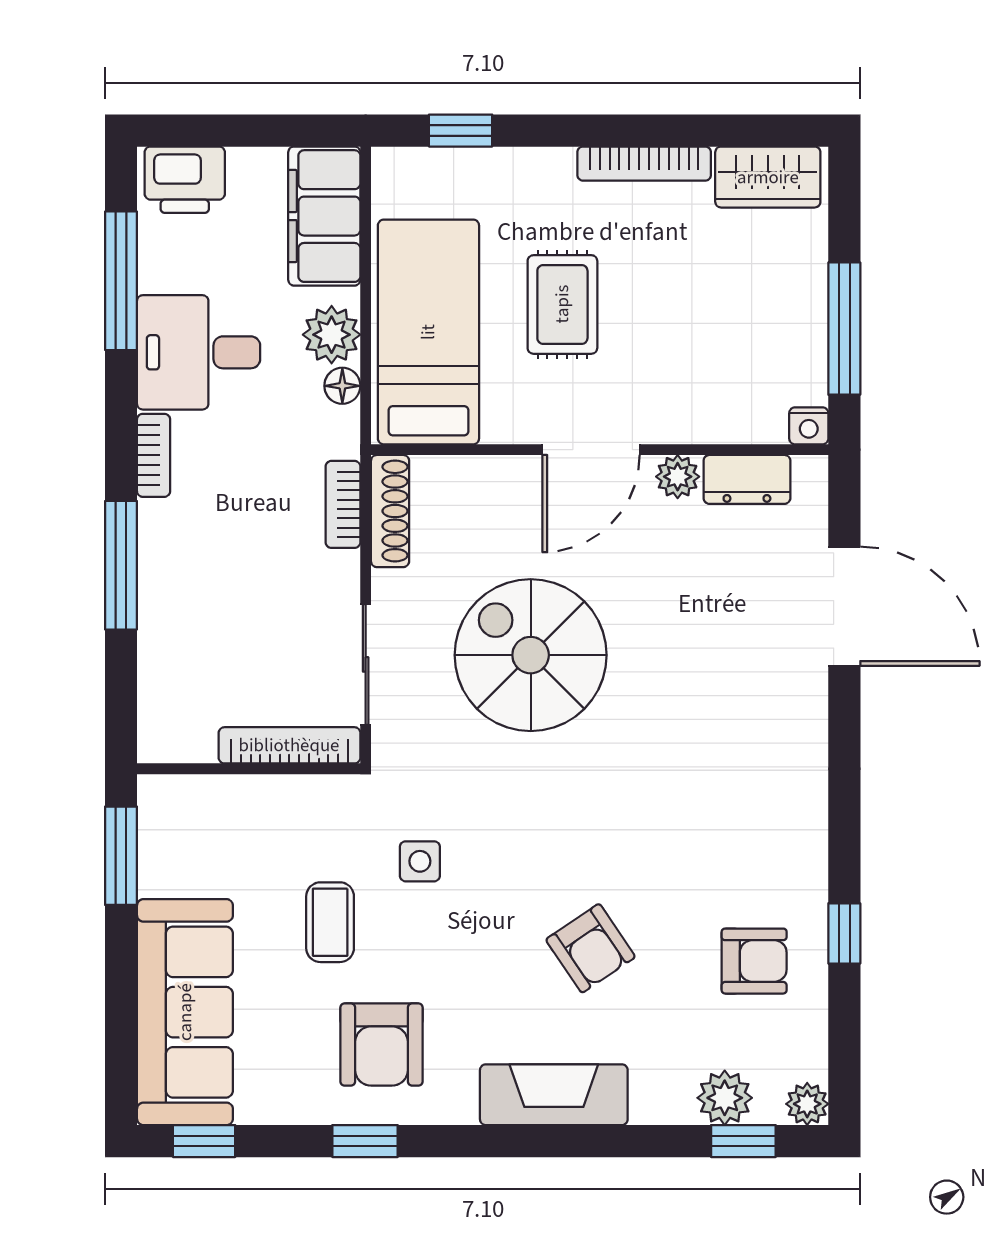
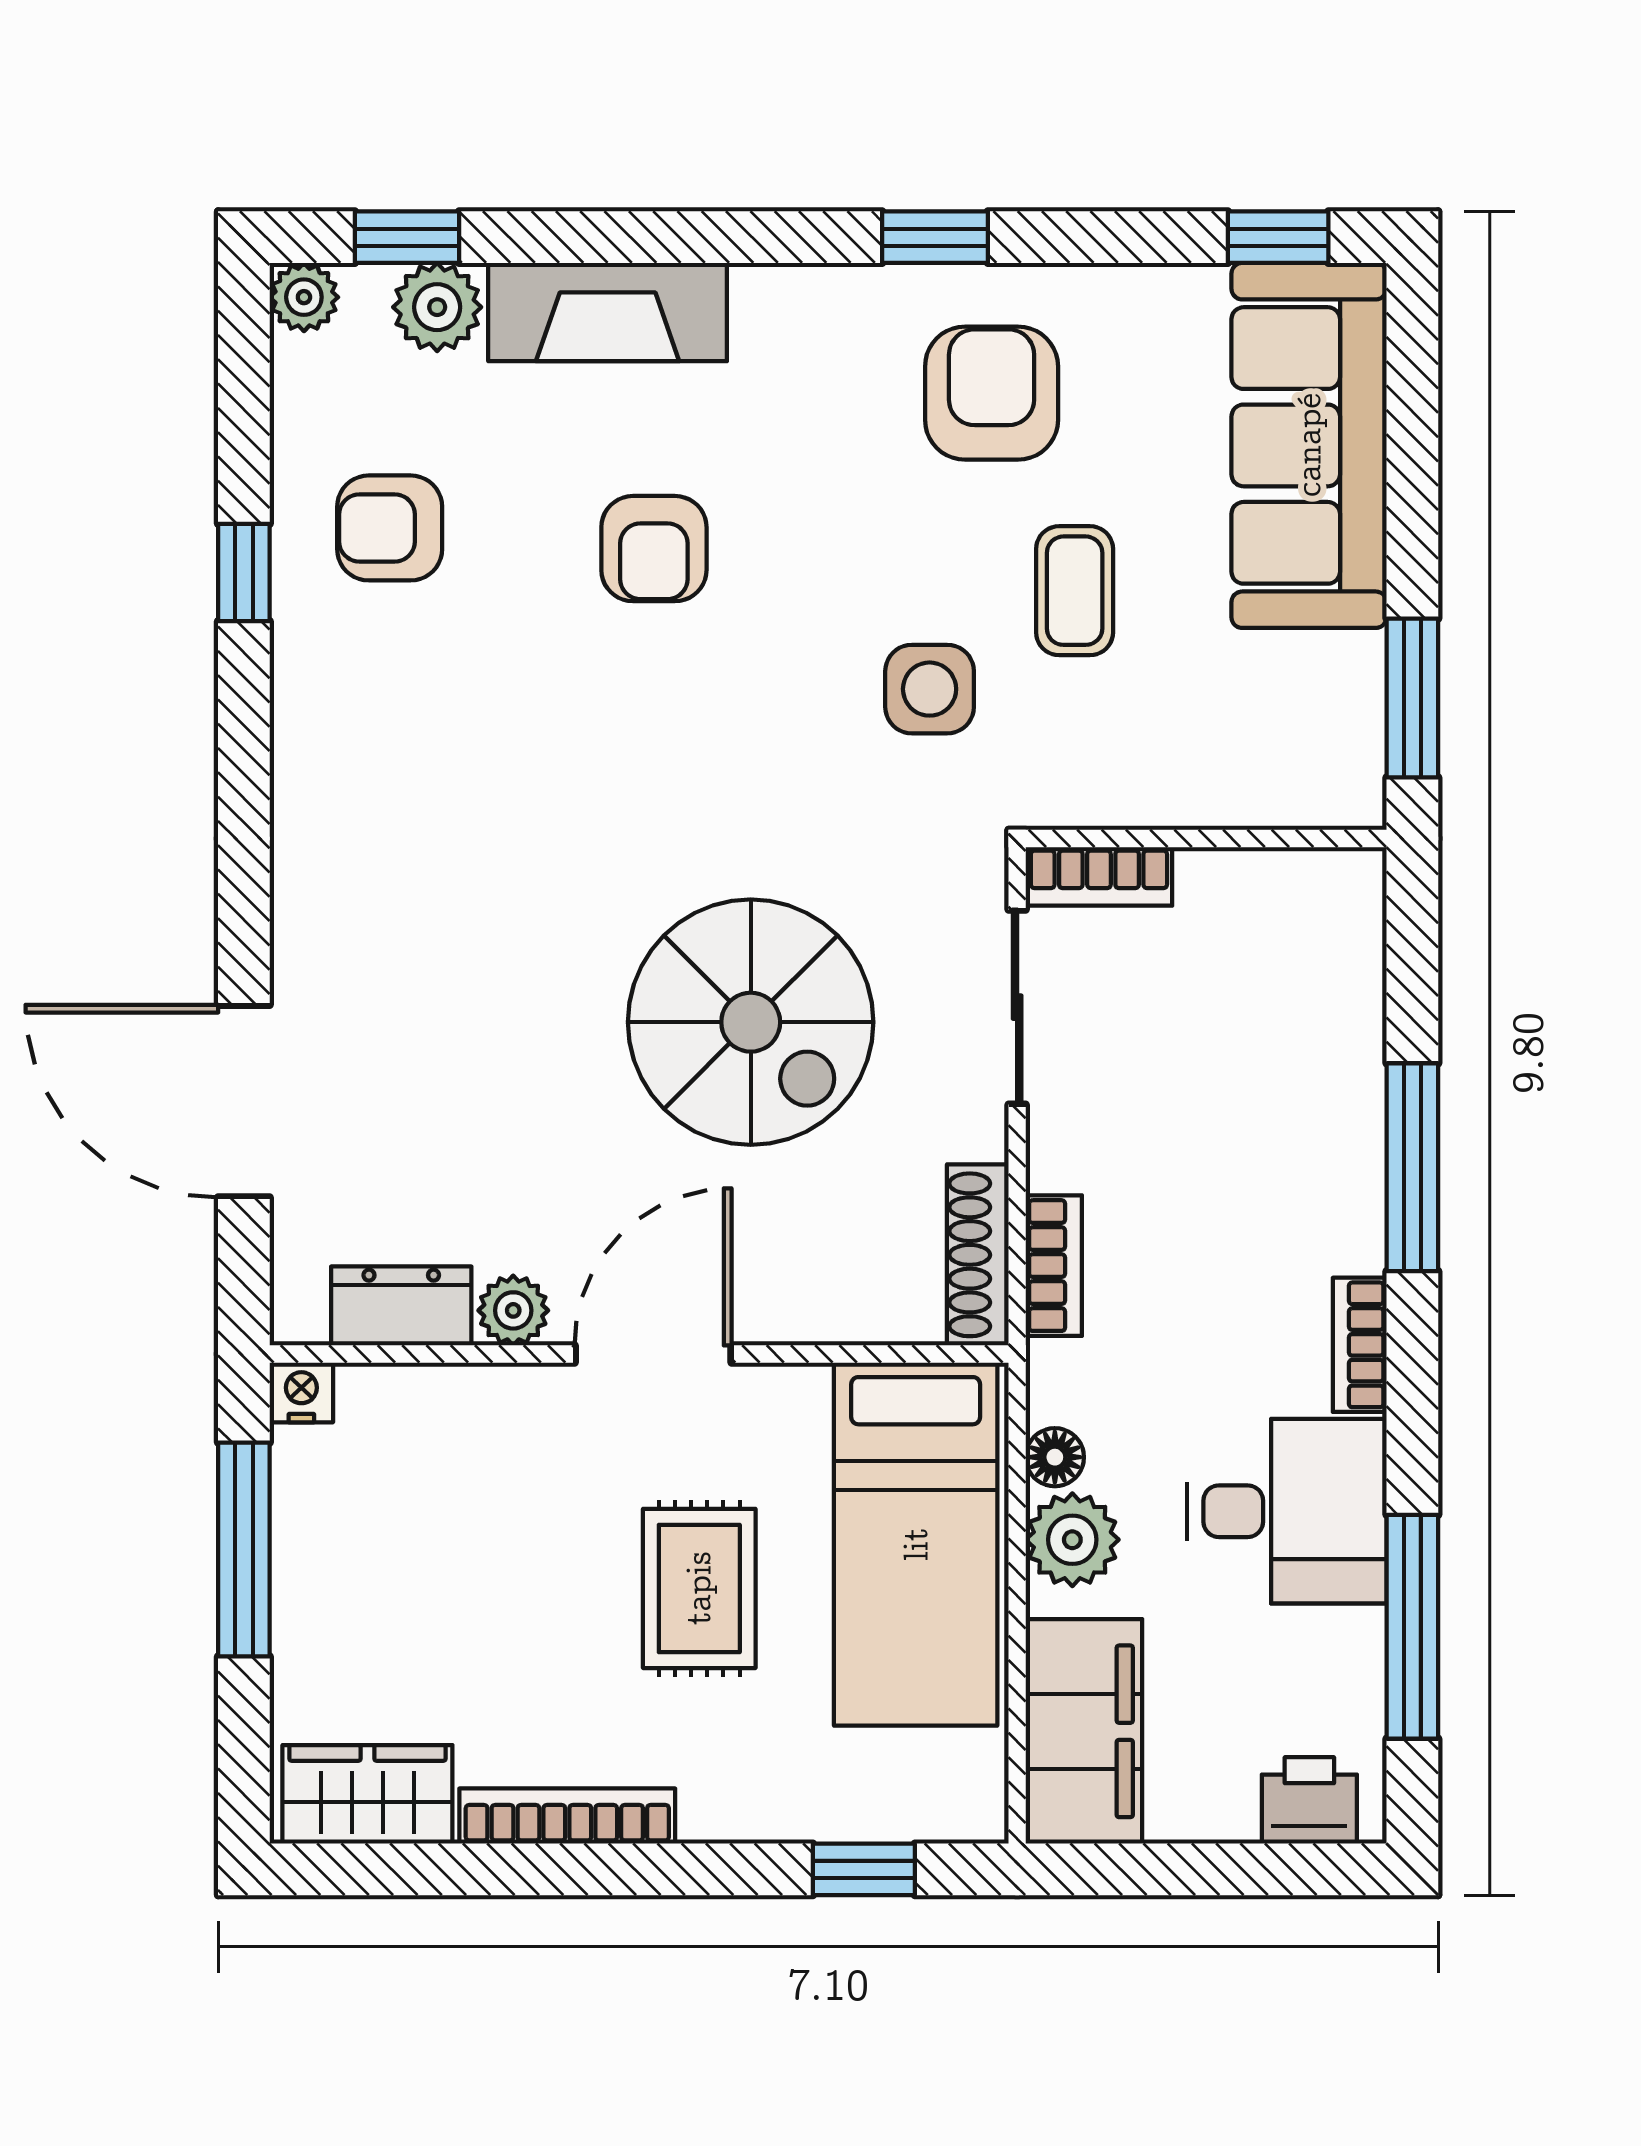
printer: (185, 180) -> (1309, 1800), width x0.73, depth x0.81
bookcase: (289, 745) -> (1099, 876), width x0.64
side table: (420, 861) -> (930, 689), width x1.37, depth x1.37
armchair: (591, 948) -> (654, 549), turned -146
fireplace: (554, 1095) -> (608, 312), moved
window: (365, 1141) -> (935, 237), moved

